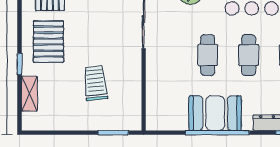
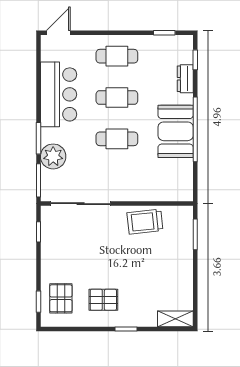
pallet: (48, 42) -> (103, 300), width x0.67, depth x0.71
trolley: (95, 83) -> (145, 222), moved
shelving: (29, 94) -> (175, 319), moved

